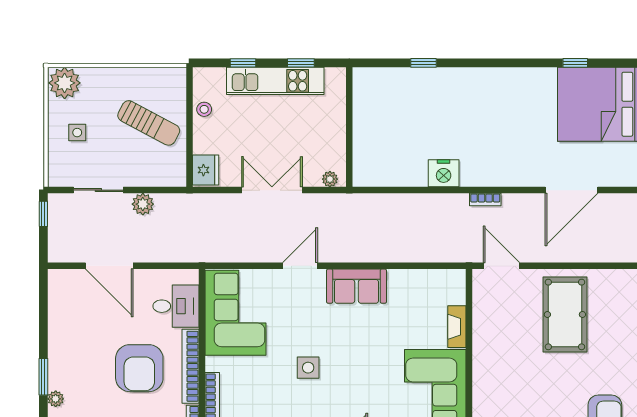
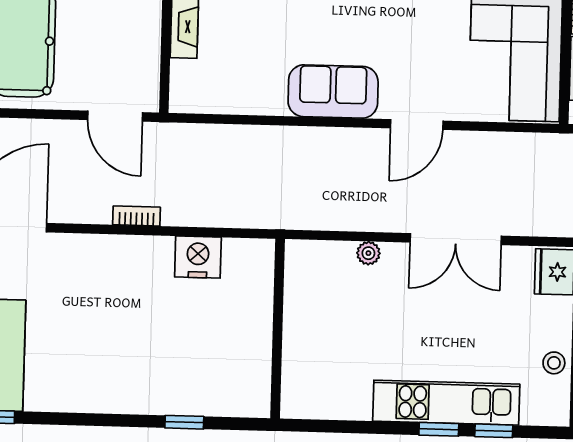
window: (301, 63) -> (439, 429), moved
window: (423, 63) -> (184, 422), moved
wall: (349, 127) -> (278, 329), moved

